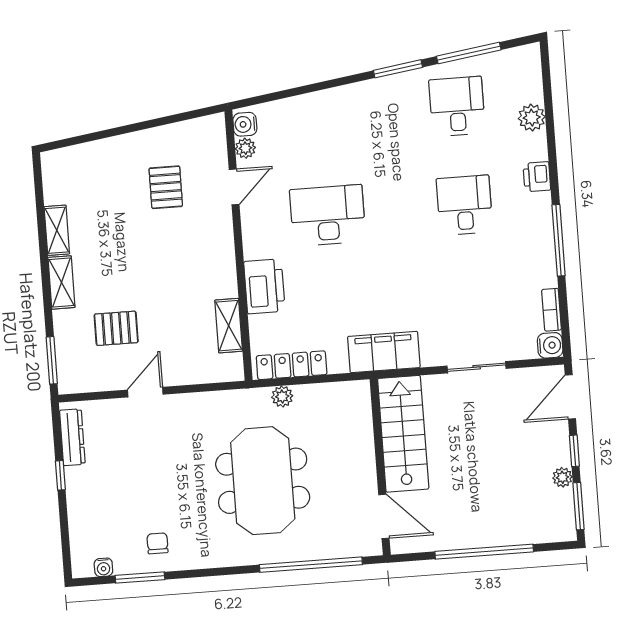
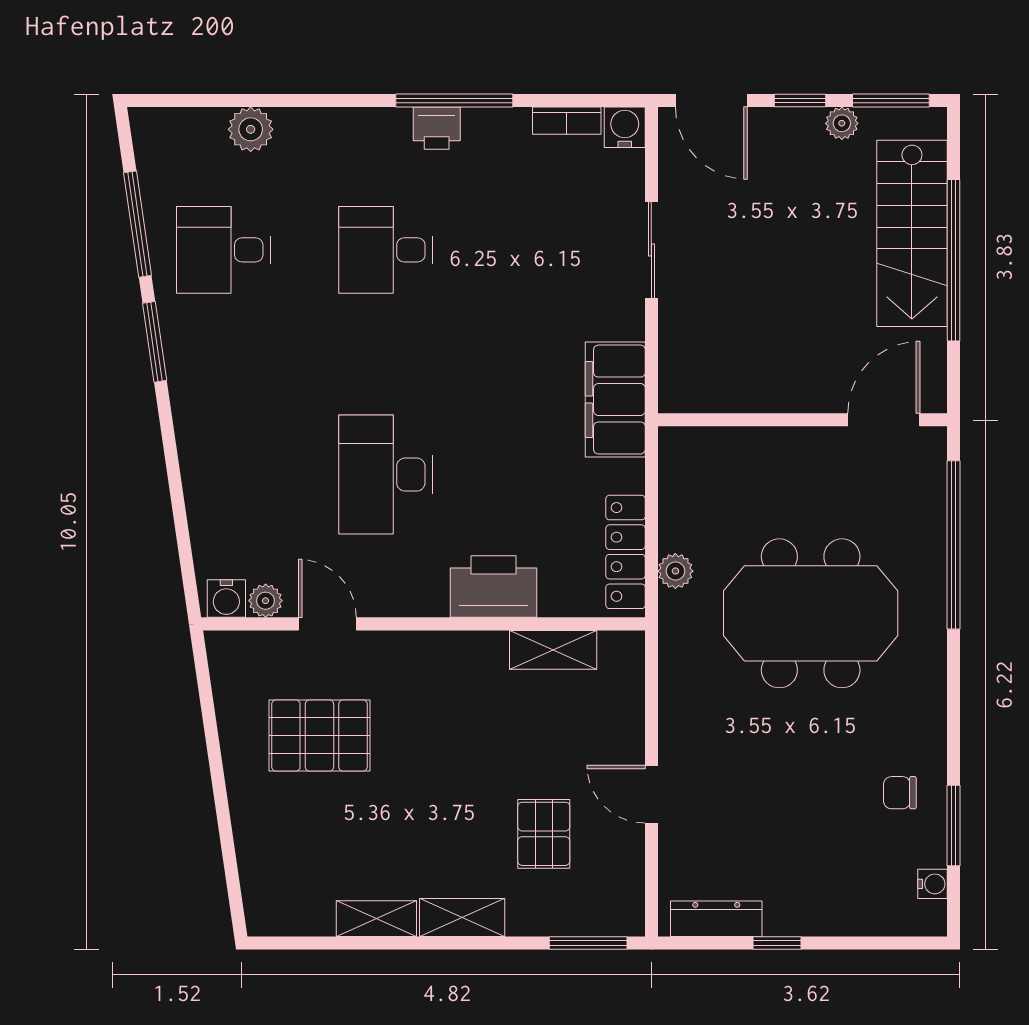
printer: (537, 177) -> (437, 128), moved
pallet: (166, 187) -> (319, 735), width x1.50, depth x1.42
stairs: (403, 434) -> (912, 233), moved, turned -90

